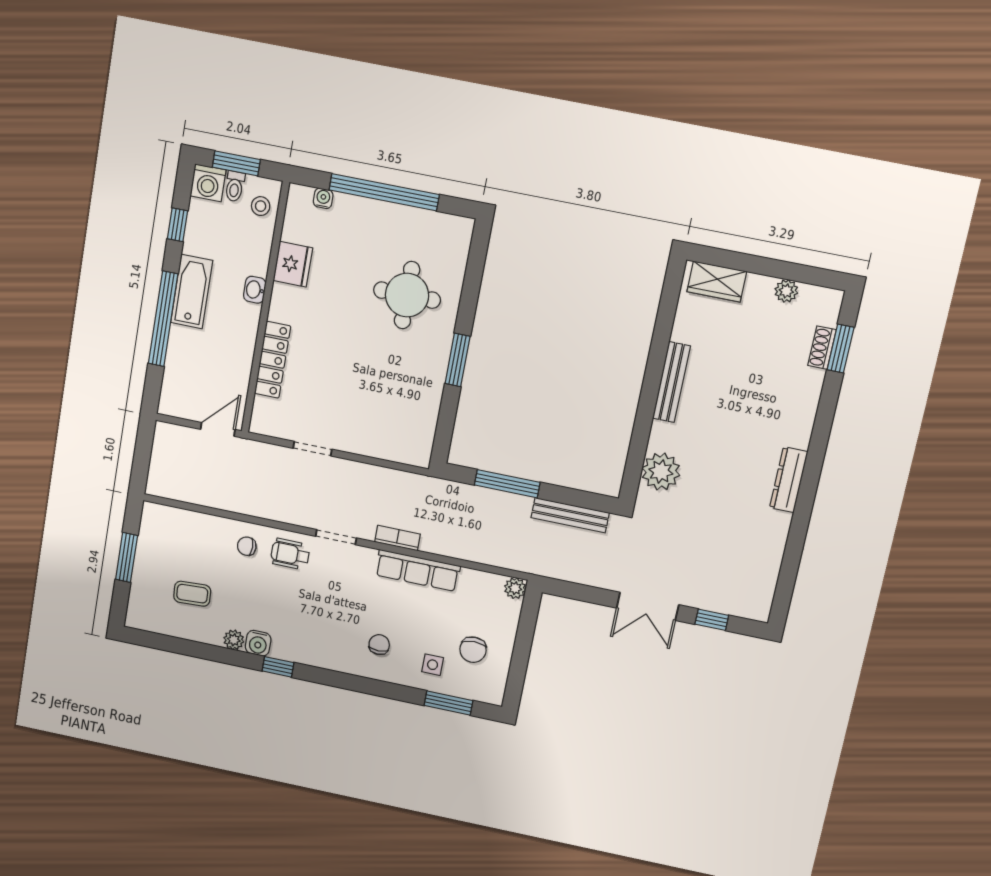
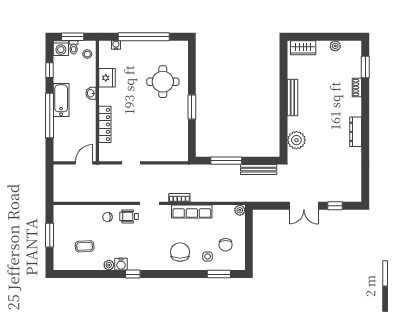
shoe rack: (822, 348) -> (357, 88), moved
chair: (379, 645) -> (180, 252), width x1.87, depth x1.87

